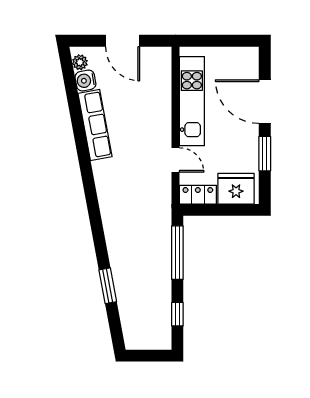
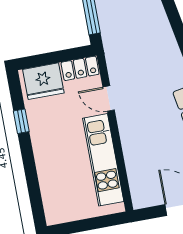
door: (265, 102) -> (31, 173), removed
window: (265, 154) -> (21, 121), width x0.67

